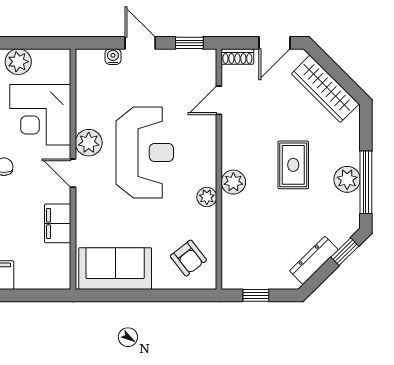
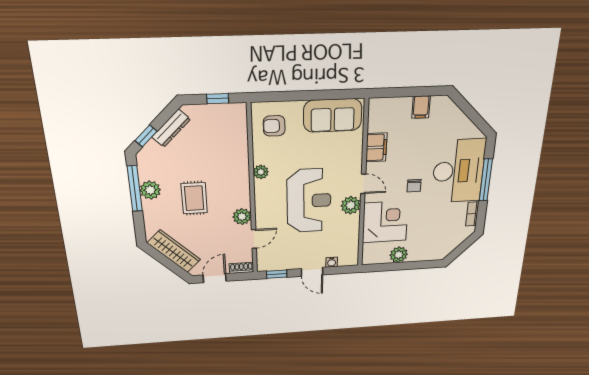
reception desk: (145, 153) -> (309, 201), turned 180
plant: (233, 182) -> (242, 217), moved
armchair: (188, 258) -> (274, 126), turned -52

